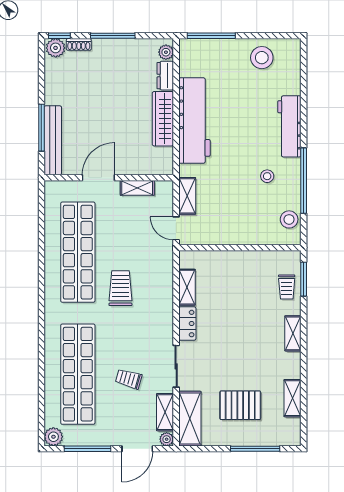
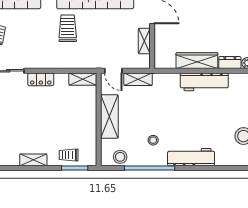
workbench: (194, 121) -> (204, 82), width x0.73, depth x0.76
door: (176, 228) -> (113, 71), swing flipped
shelving: (236, 233) -> (109, 116), added
shelving: (187, 287) -> (83, 79), moved
trolley: (120, 288) -> (68, 28), turned -90

